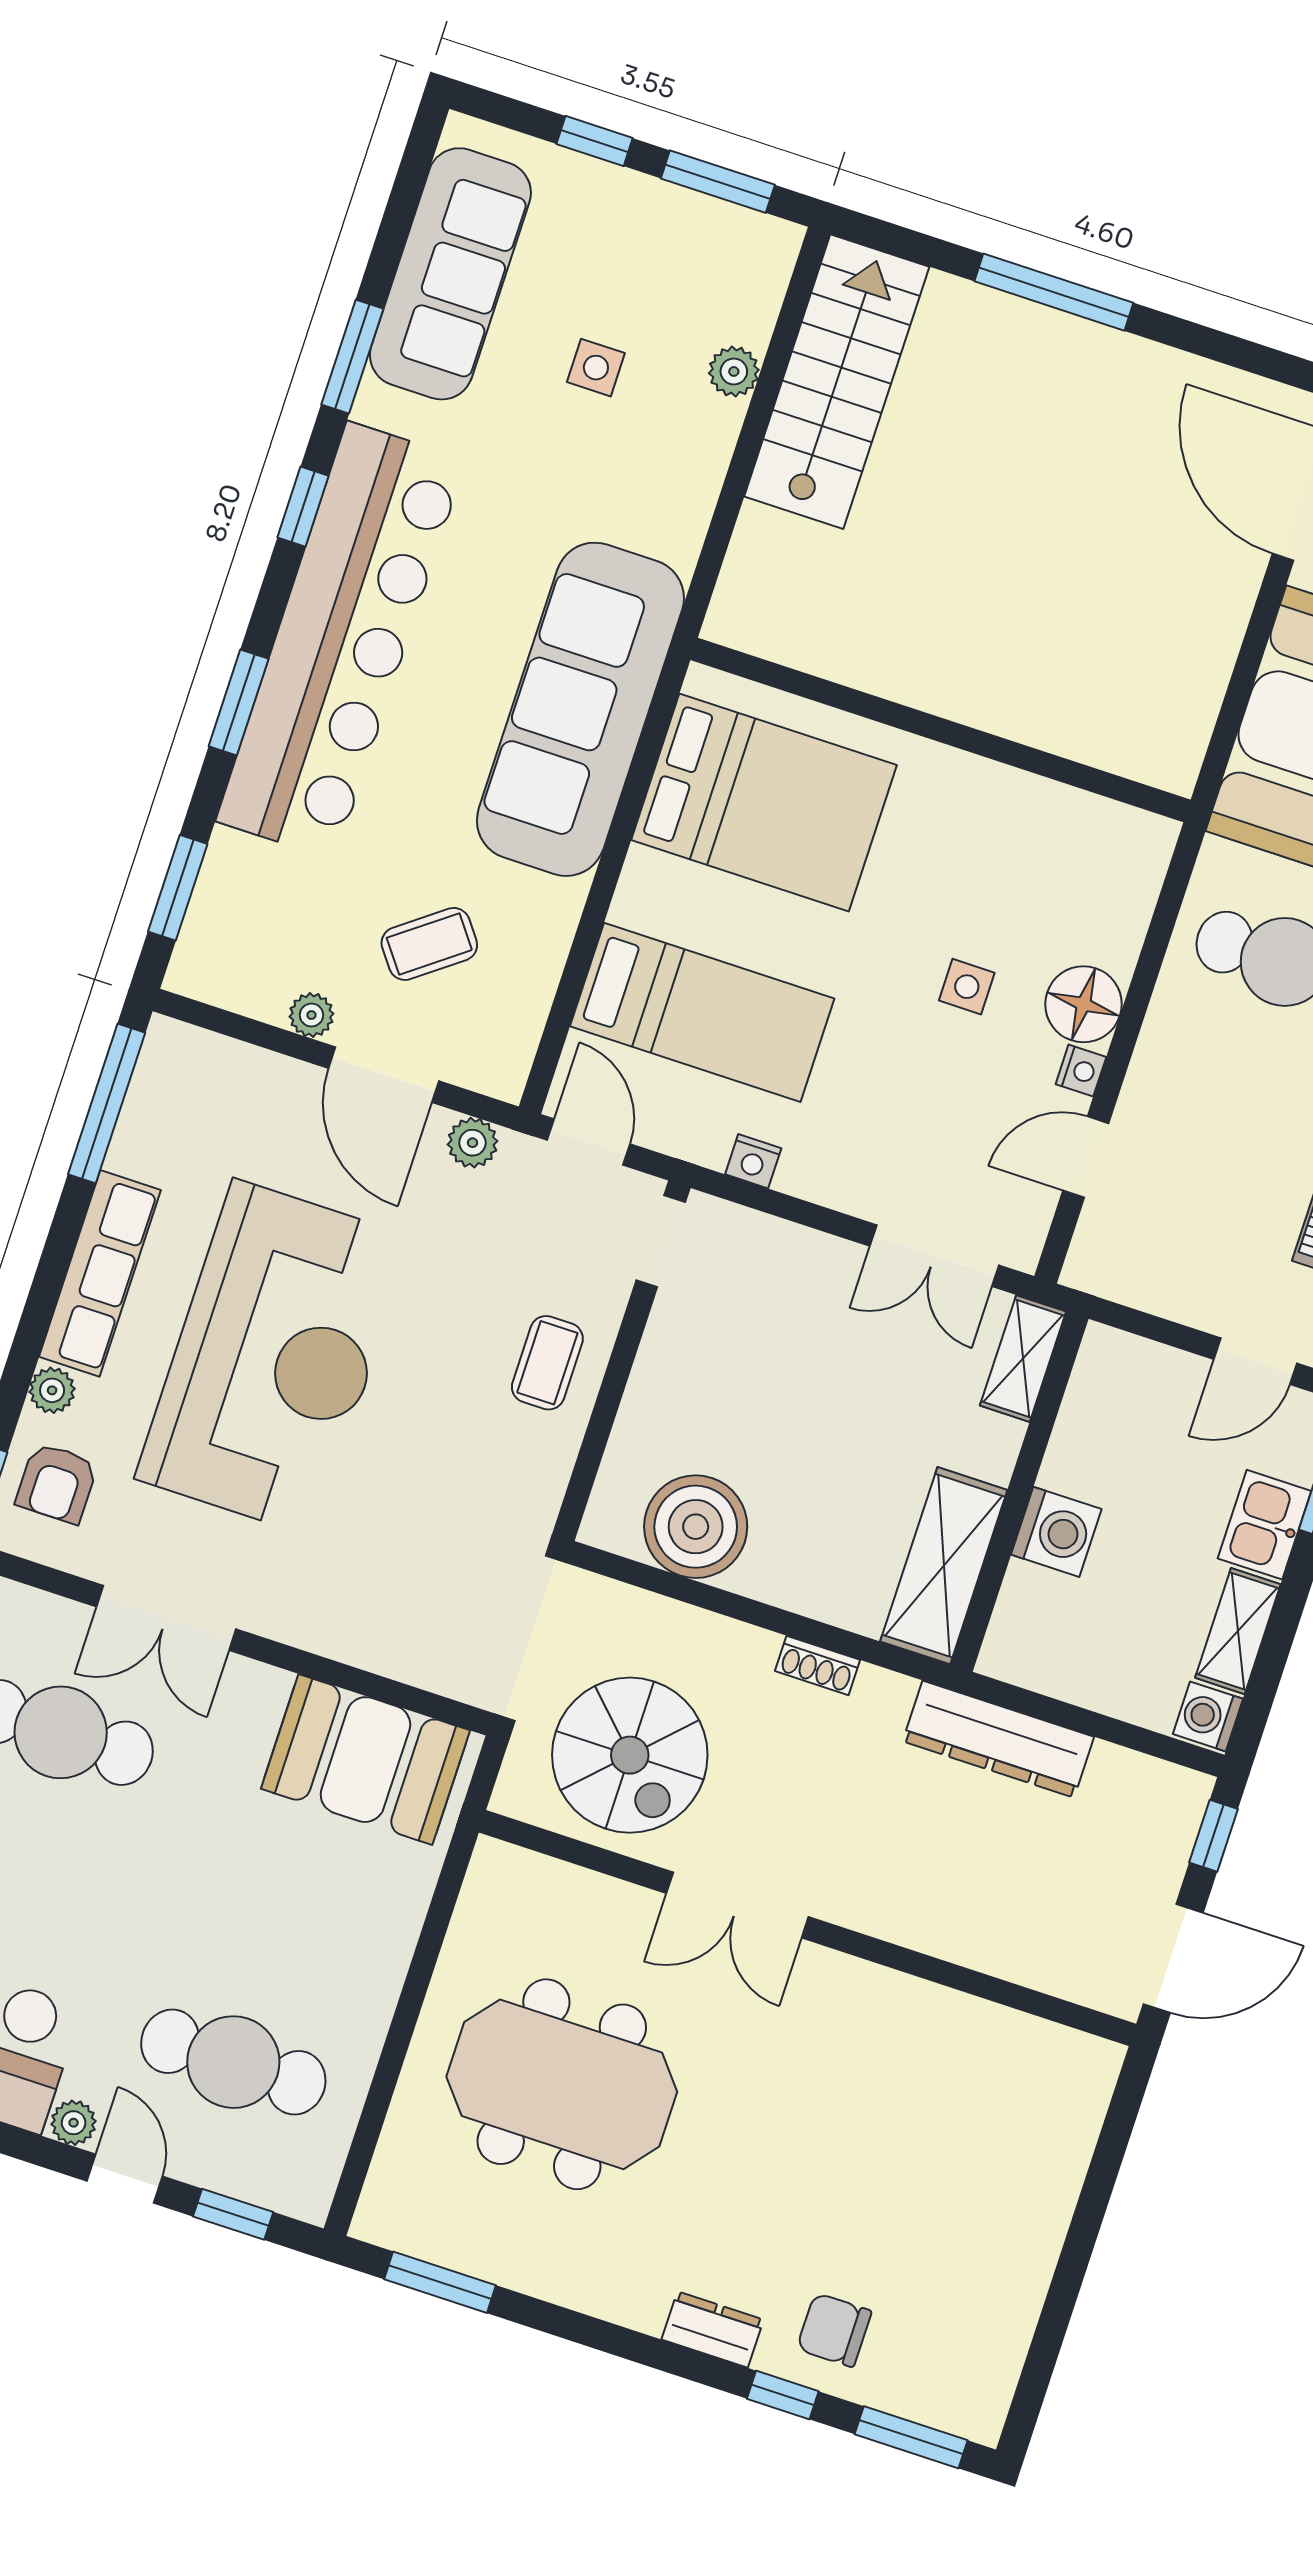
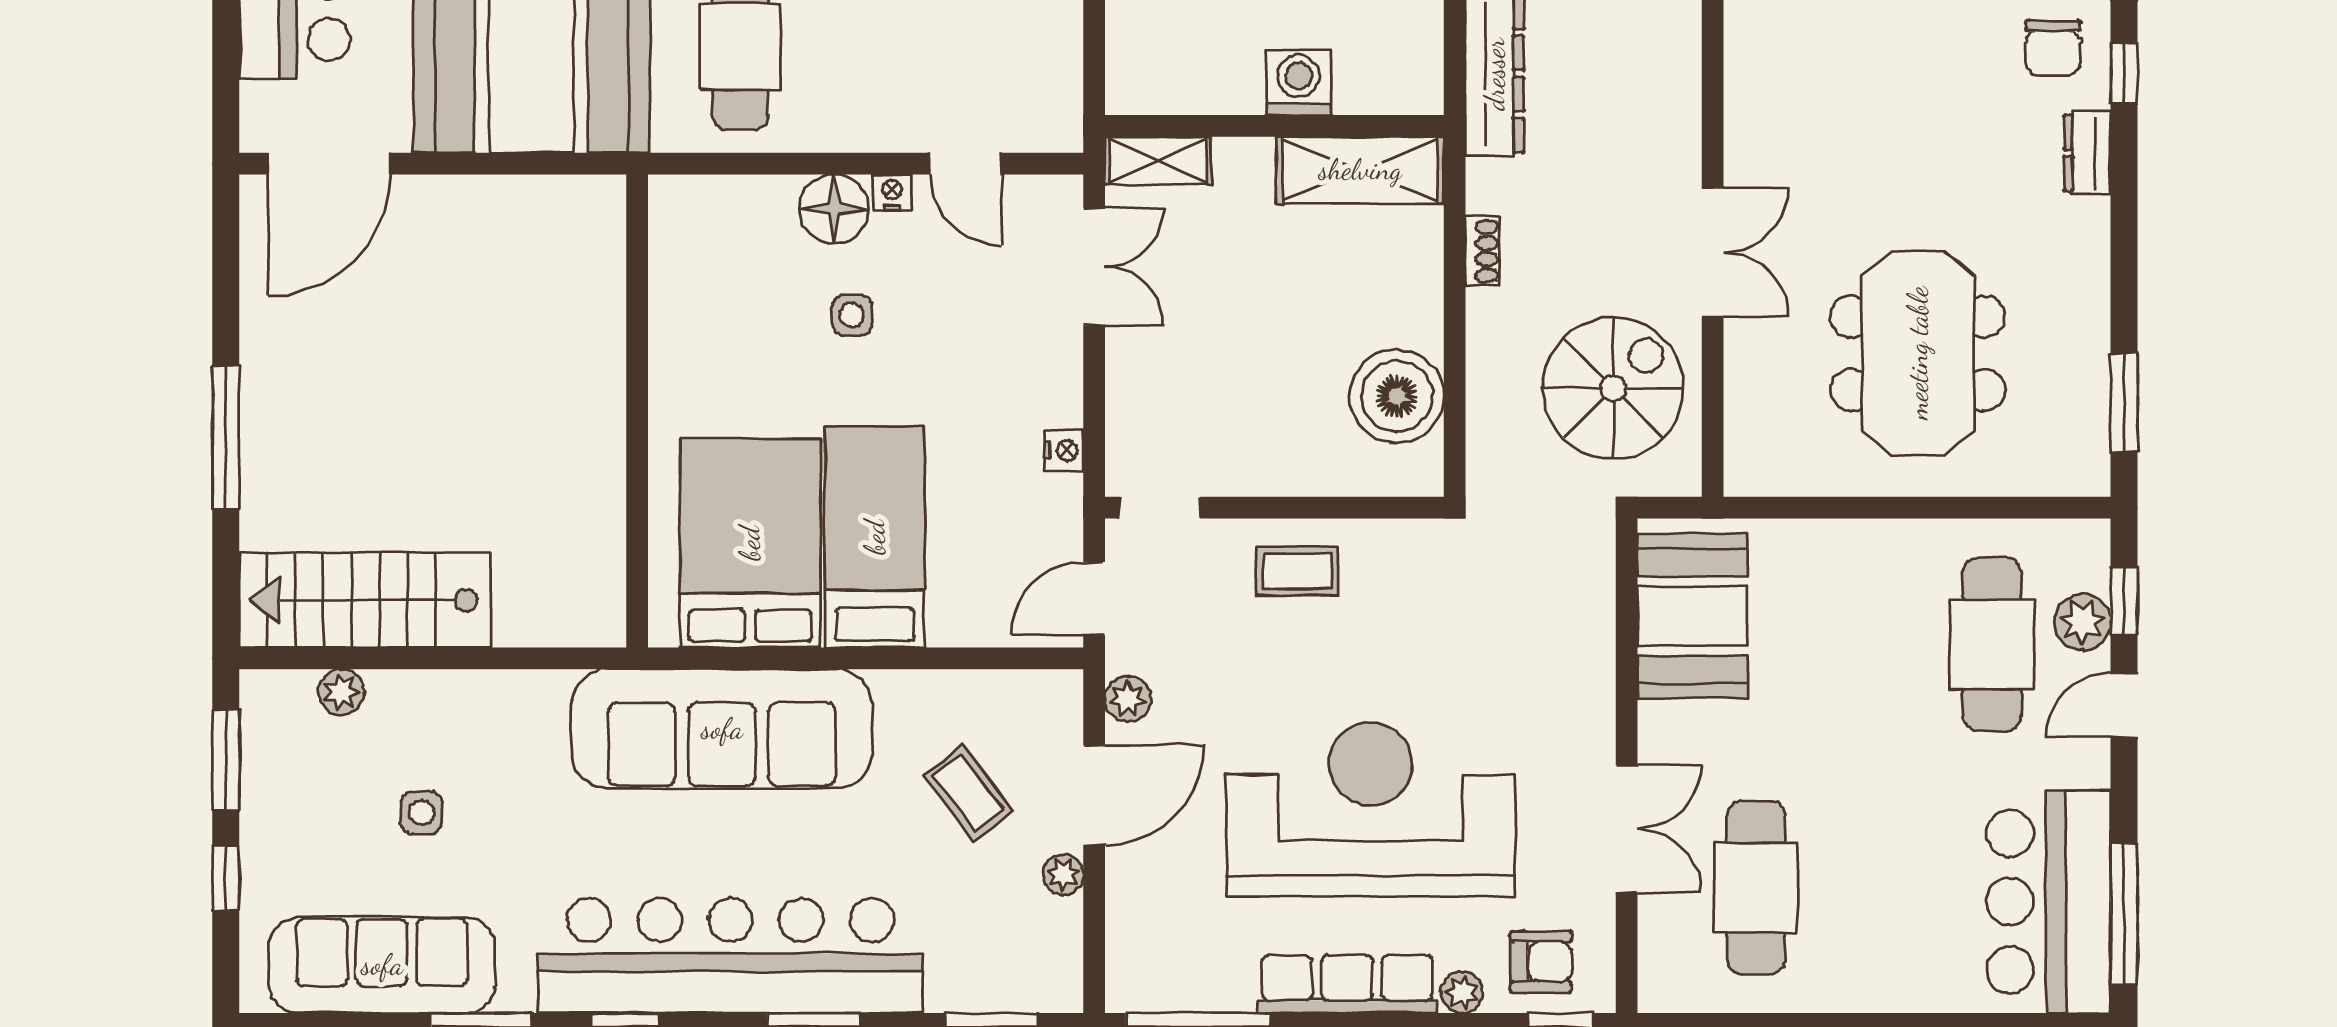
plant: (734, 372) -> (341, 692), moved
bed: (702, 1012) -> (875, 537), moved
plant: (74, 2123) -> (2082, 622), moved, width x1.38, depth x1.38

